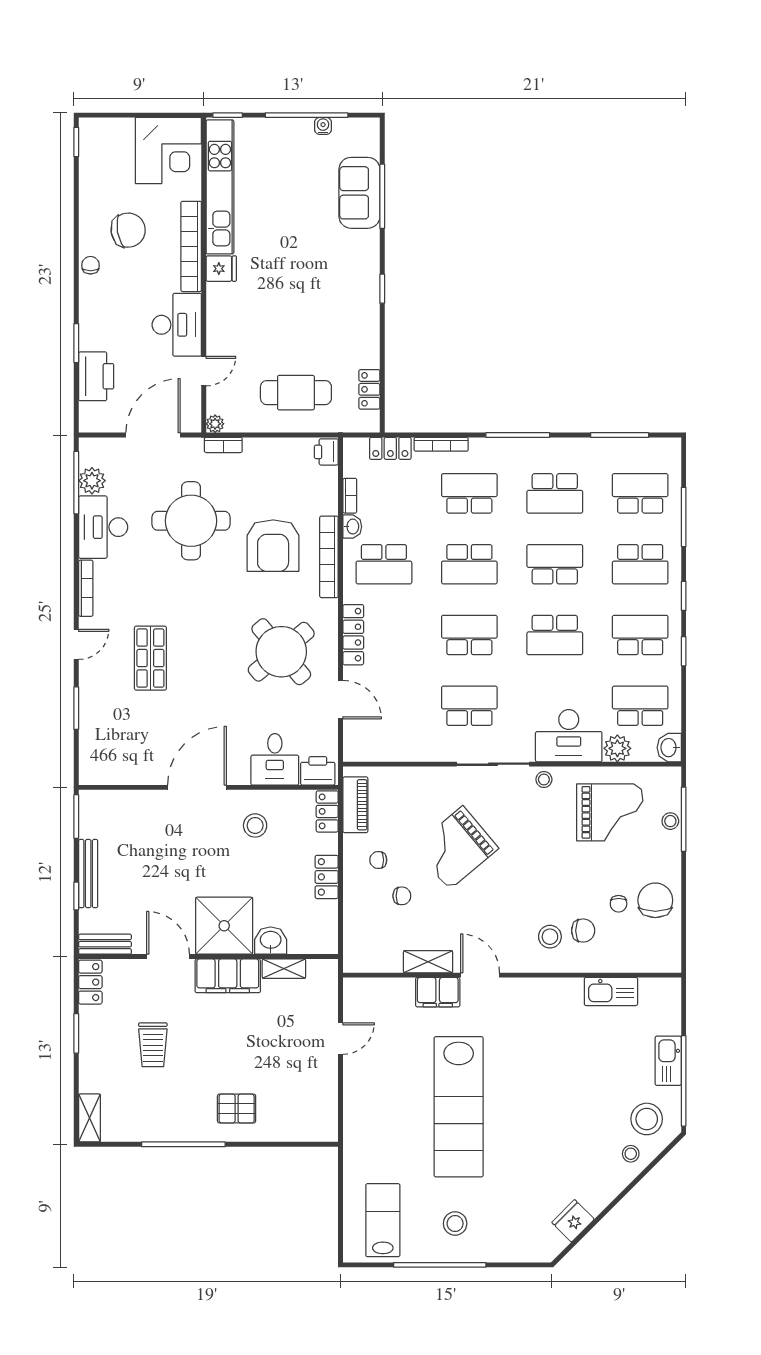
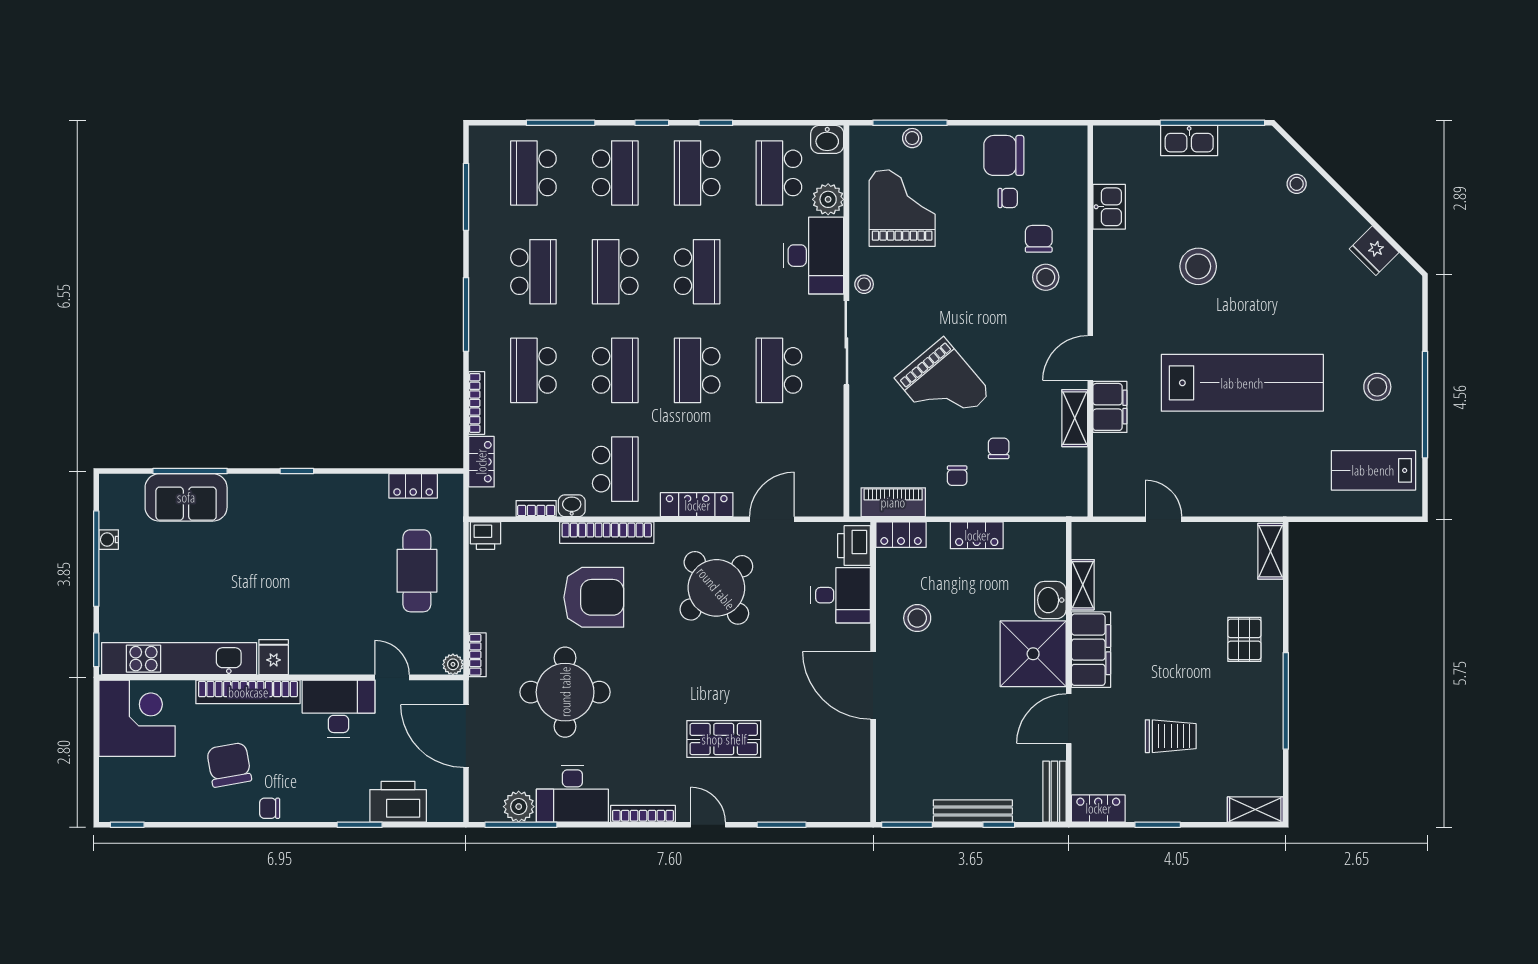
kitchen sink: (611, 991) -> (1109, 207), width x0.73
stool: (647, 1119) -> (1198, 266), moved
shelving: (313, 1131) -> (1271, 551), added

